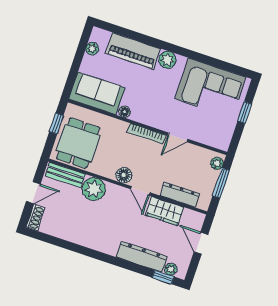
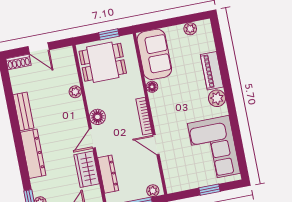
piano: (133, 51) -> (212, 71), width x0.73, depth x0.75
bench: (65, 175) -> (23, 111), moved
plant: (94, 189) -> (75, 92), width x0.53, depth x0.53
dresser: (142, 257) -> (33, 154), moved

